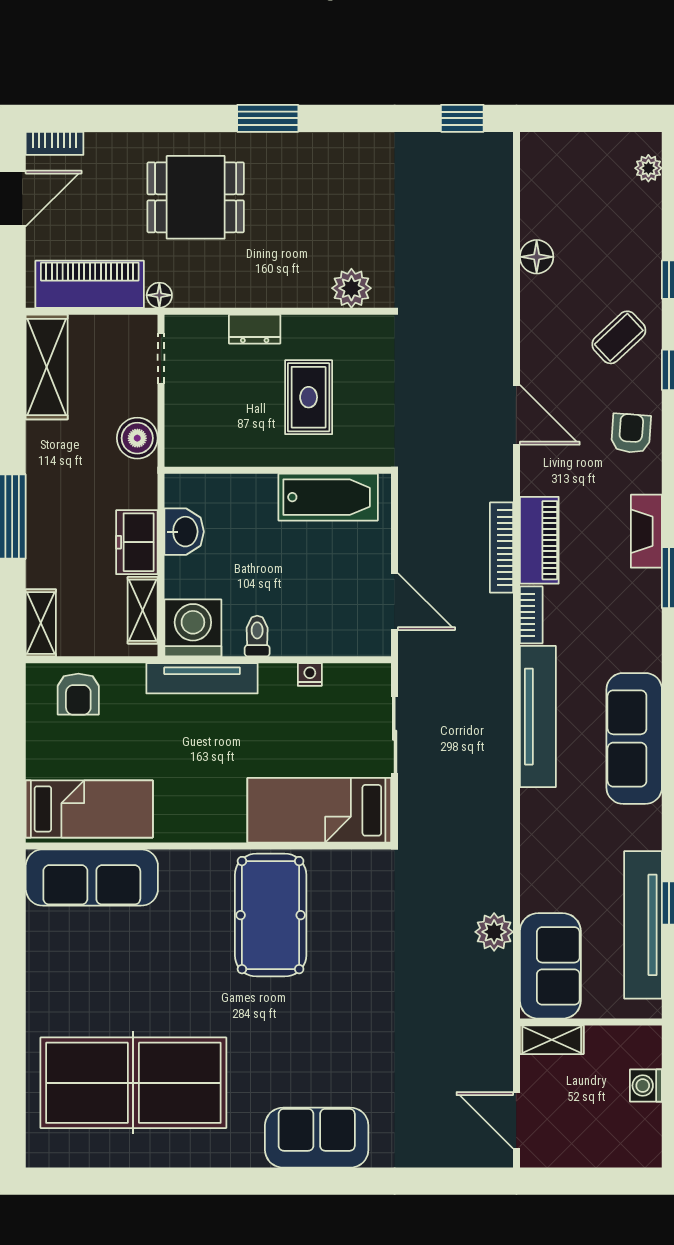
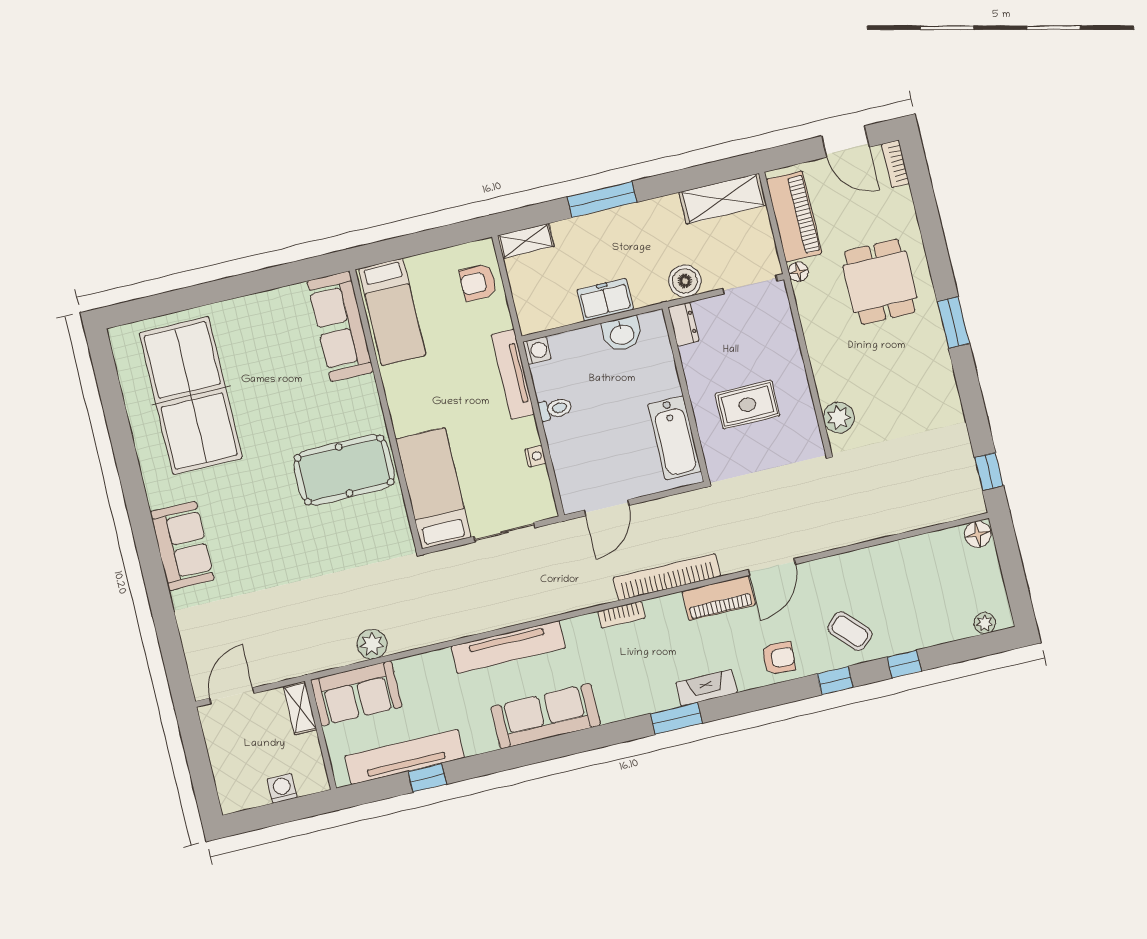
floor lamp: (537, 257) -> (978, 534), moved
dresser: (255, 329) -> (684, 324), moved, turned 180
doorway: (161, 359) -> (750, 285), width x1.38
piano: (539, 540) -> (719, 598), moved
bookcase: (502, 548) -> (667, 577), width x1.48, depth x1.31
shelving: (143, 610) -> (554, 317), removed
washing machine: (193, 628) -> (537, 350), width x0.53, depth x0.53
tv unit: (538, 717) -> (508, 647), moved

